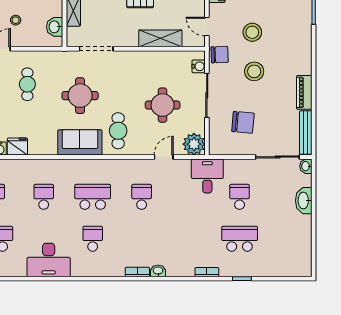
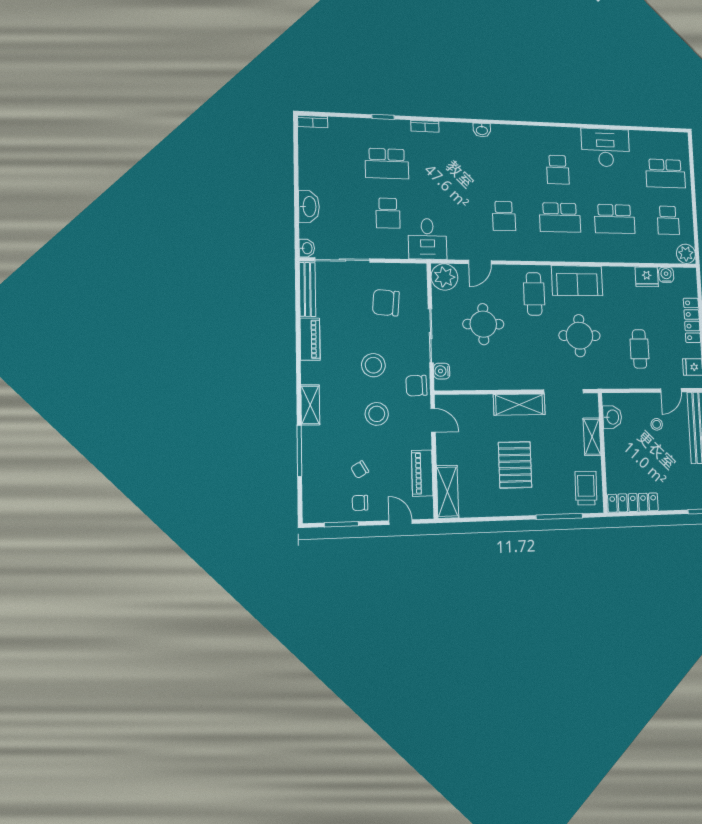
shelving: (160, 38) -> (519, 404), moved
shelving: (305, 40) -> (310, 405), added
school desk: (44, 197) -> (615, 219), width x1.85
bookcase: (137, 272) -> (313, 121), moved

